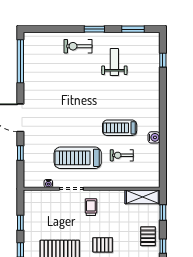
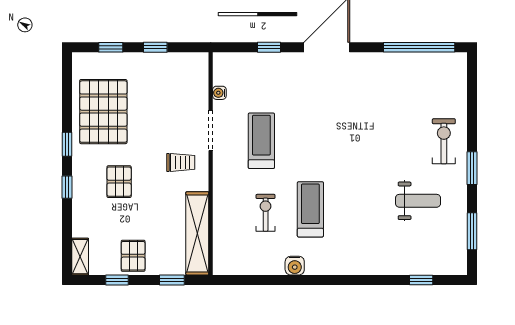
treadmill: (78, 158) -> (261, 141), width x0.73, depth x0.73
shelving: (142, 197) -> (197, 233), width x1.47
pallet: (148, 236) -> (133, 256), turned 90

